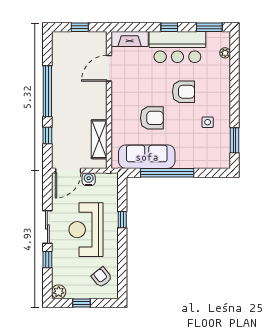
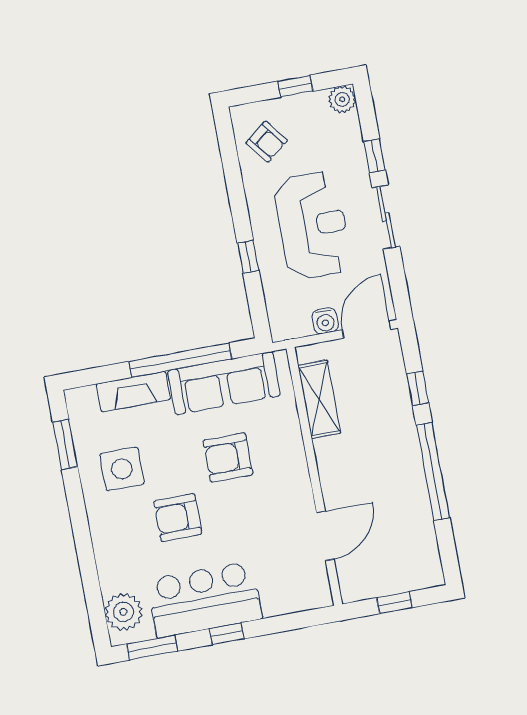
fireplace: (130, 39) -> (133, 392), moved, turned 180
plant: (225, 53) -> (124, 612), width x1.88, depth x1.88
side table: (208, 122) -> (122, 469), width x1.87, depth x1.87

